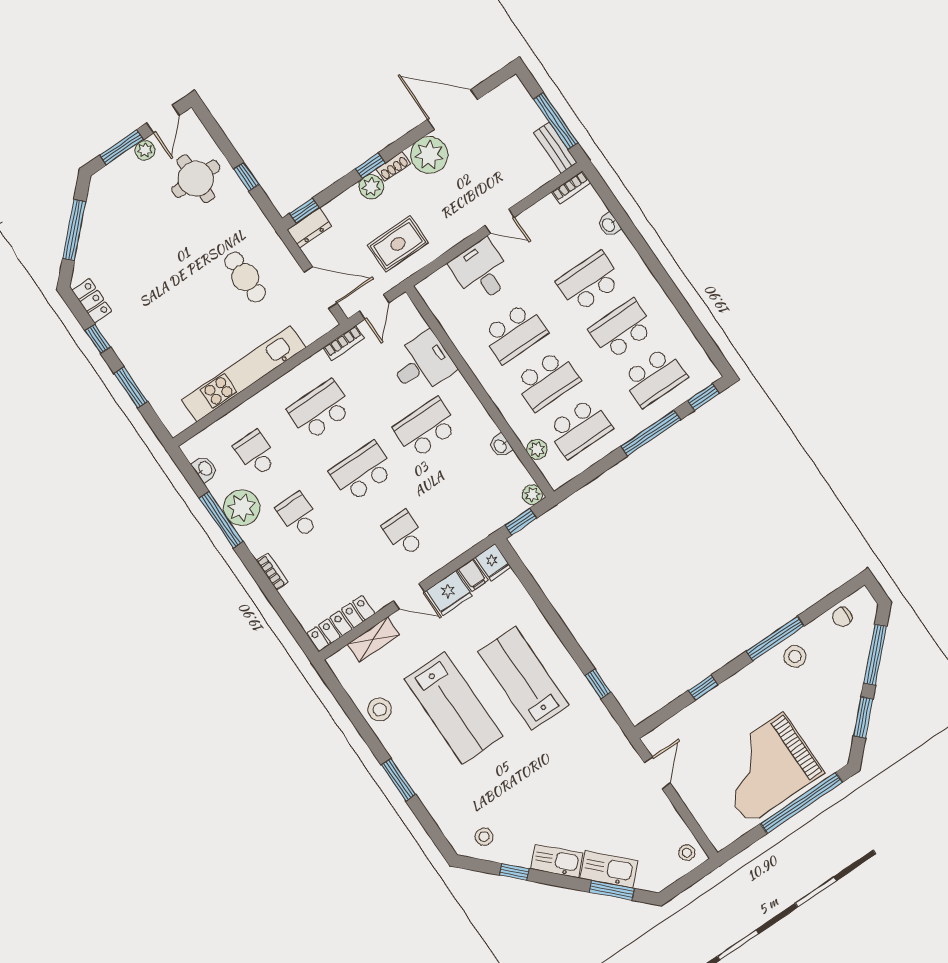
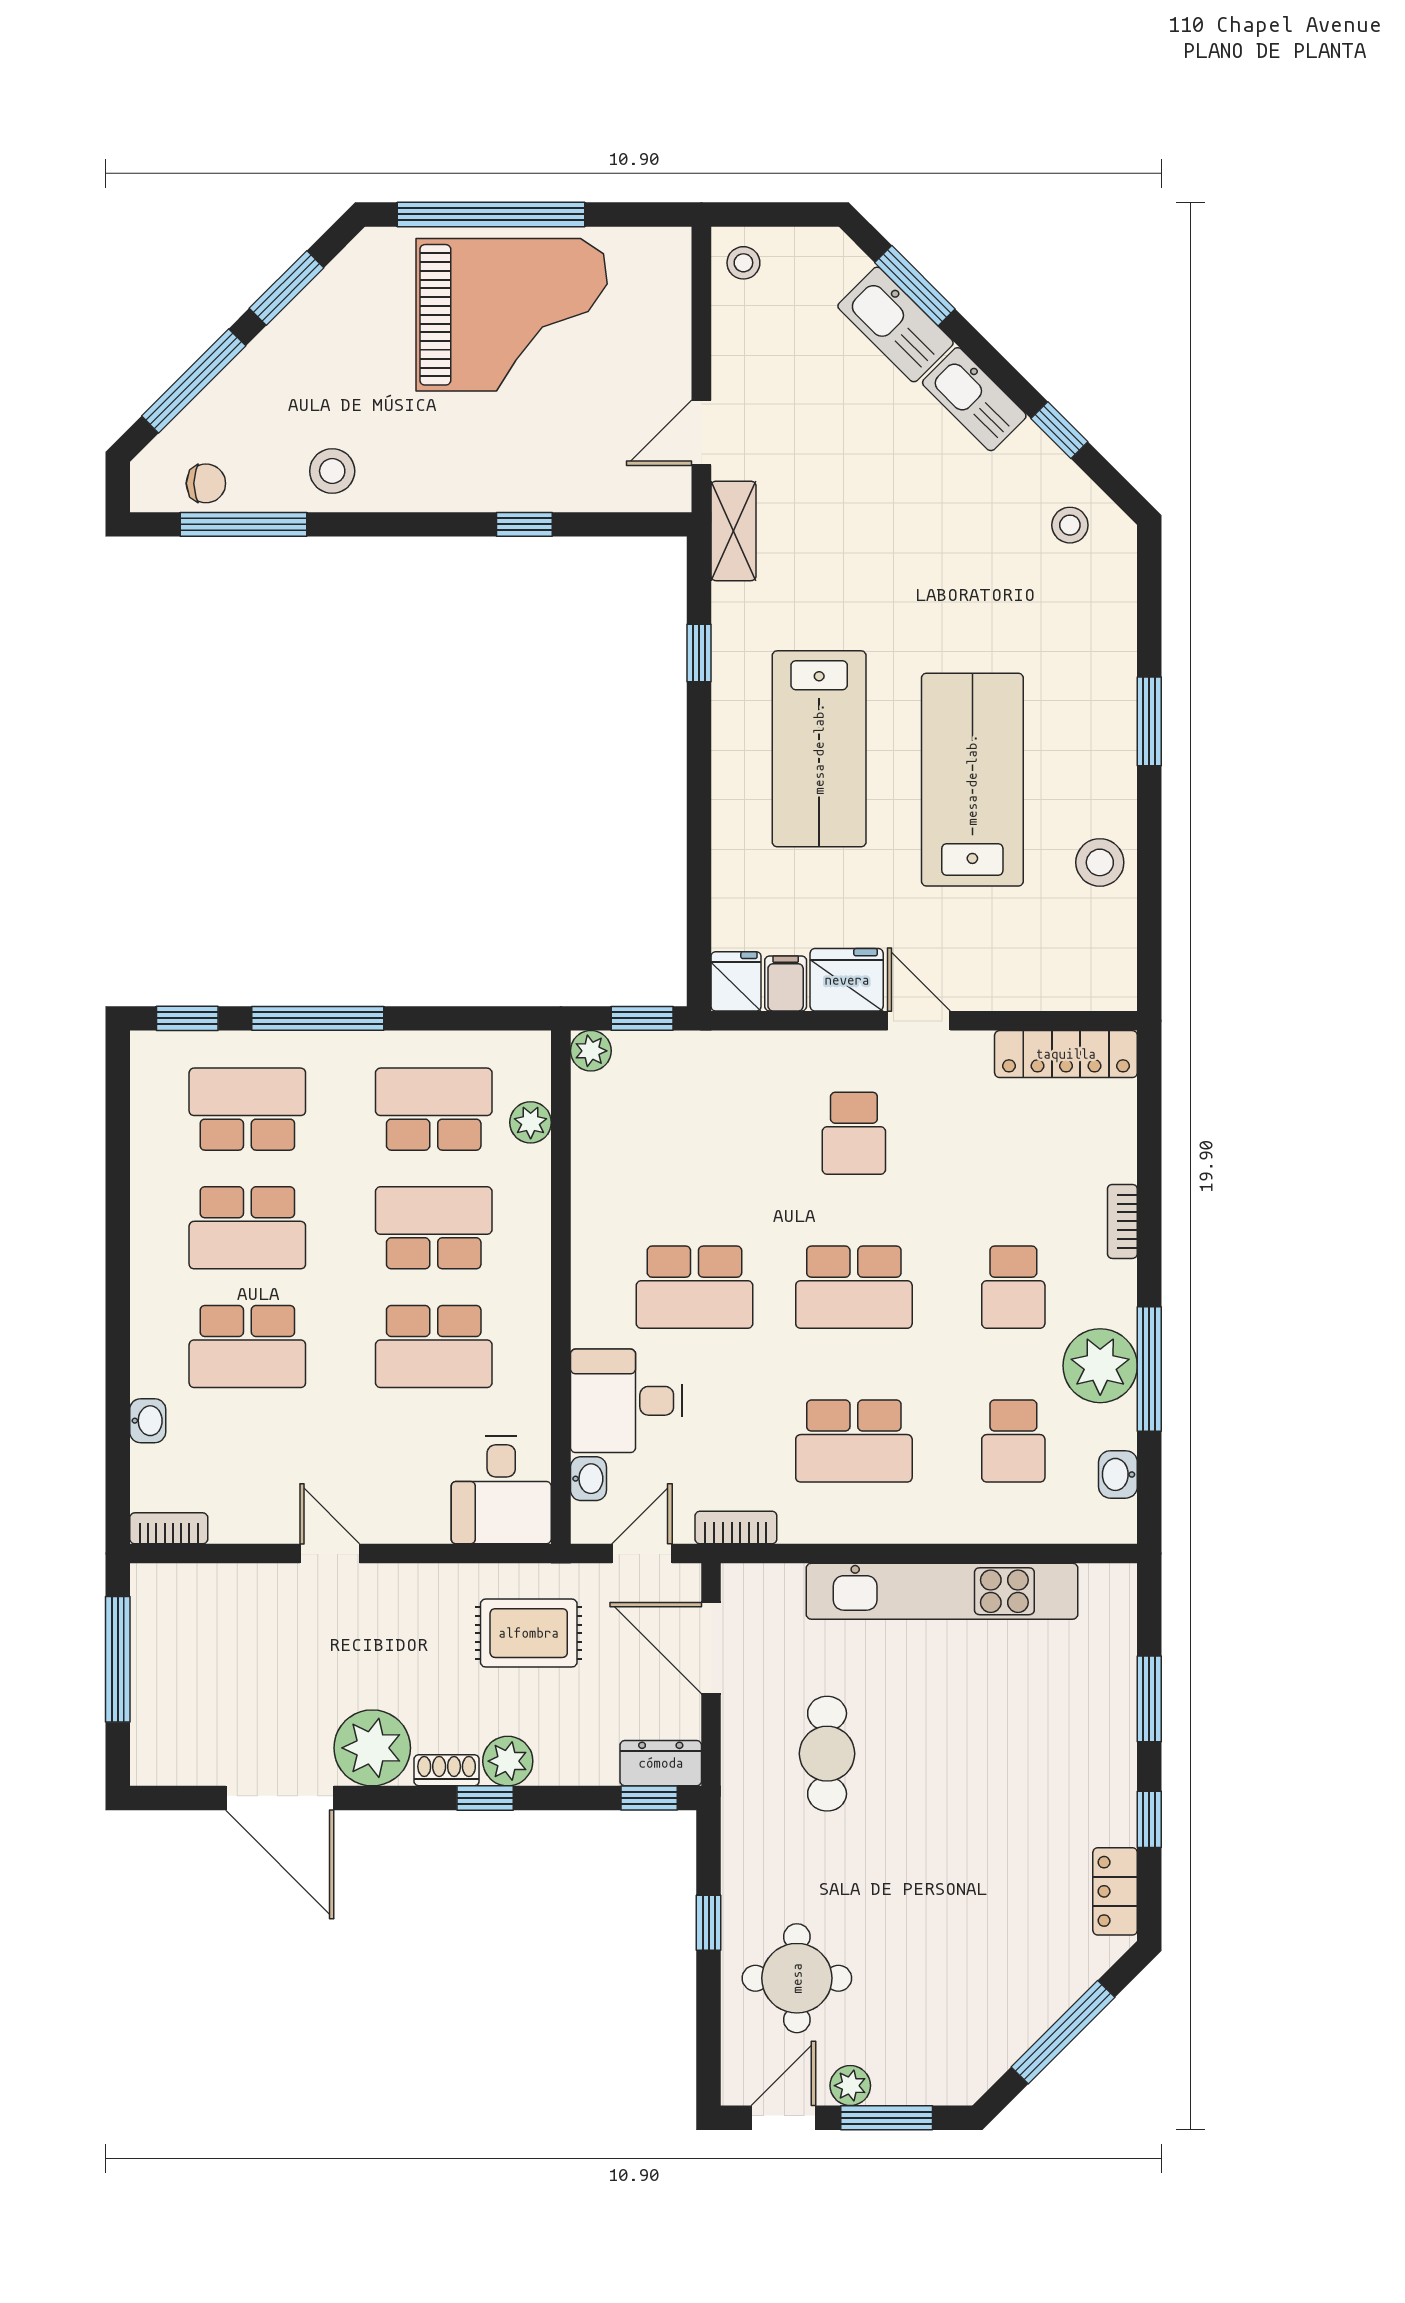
bench: (555, 148) -> (149, 1614), removed
desk: (481, 271) -> (501, 1490), moved
school desk: (514, 333) -> (434, 1346), turned 180
washbasin: (500, 446) -> (588, 1479), moved
shelving: (374, 639) -> (733, 531), moved, turned 90
window: (775, 639) -> (244, 524), moved

